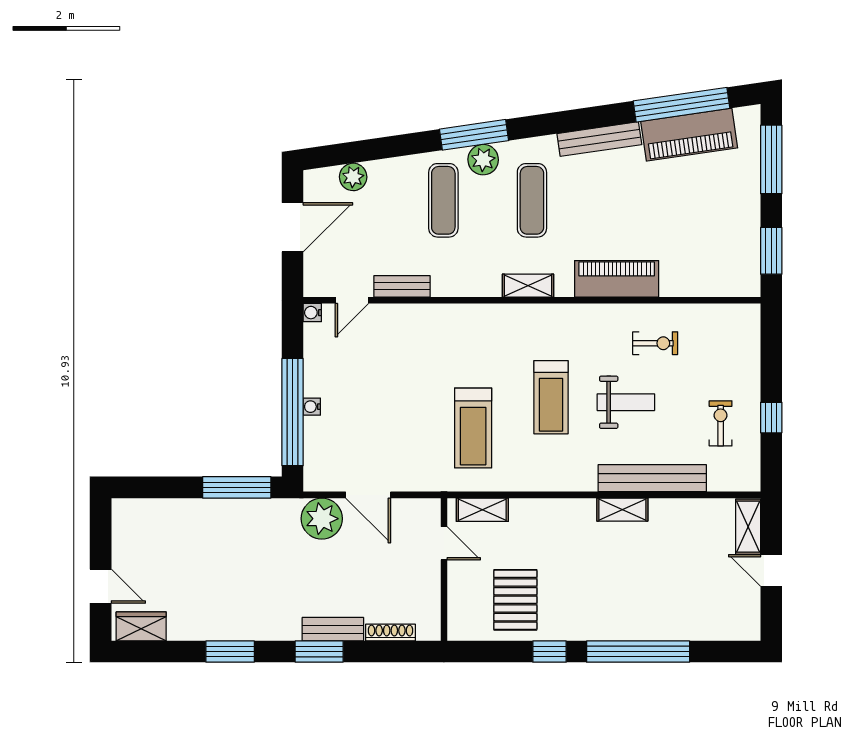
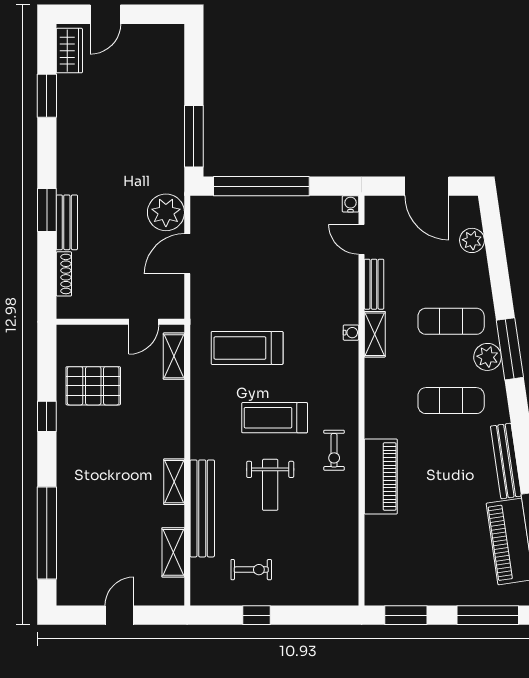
shelving: (528, 286) -> (375, 334), moved
exercise bike: (655, 343) -> (334, 450), moved
water cooler: (312, 407) -> (351, 333), moved, turned 90
shelving: (748, 527) -> (173, 552), moved, turned 90
window: (230, 652) -> (47, 96), moved
window: (638, 652) -> (47, 533), moved

